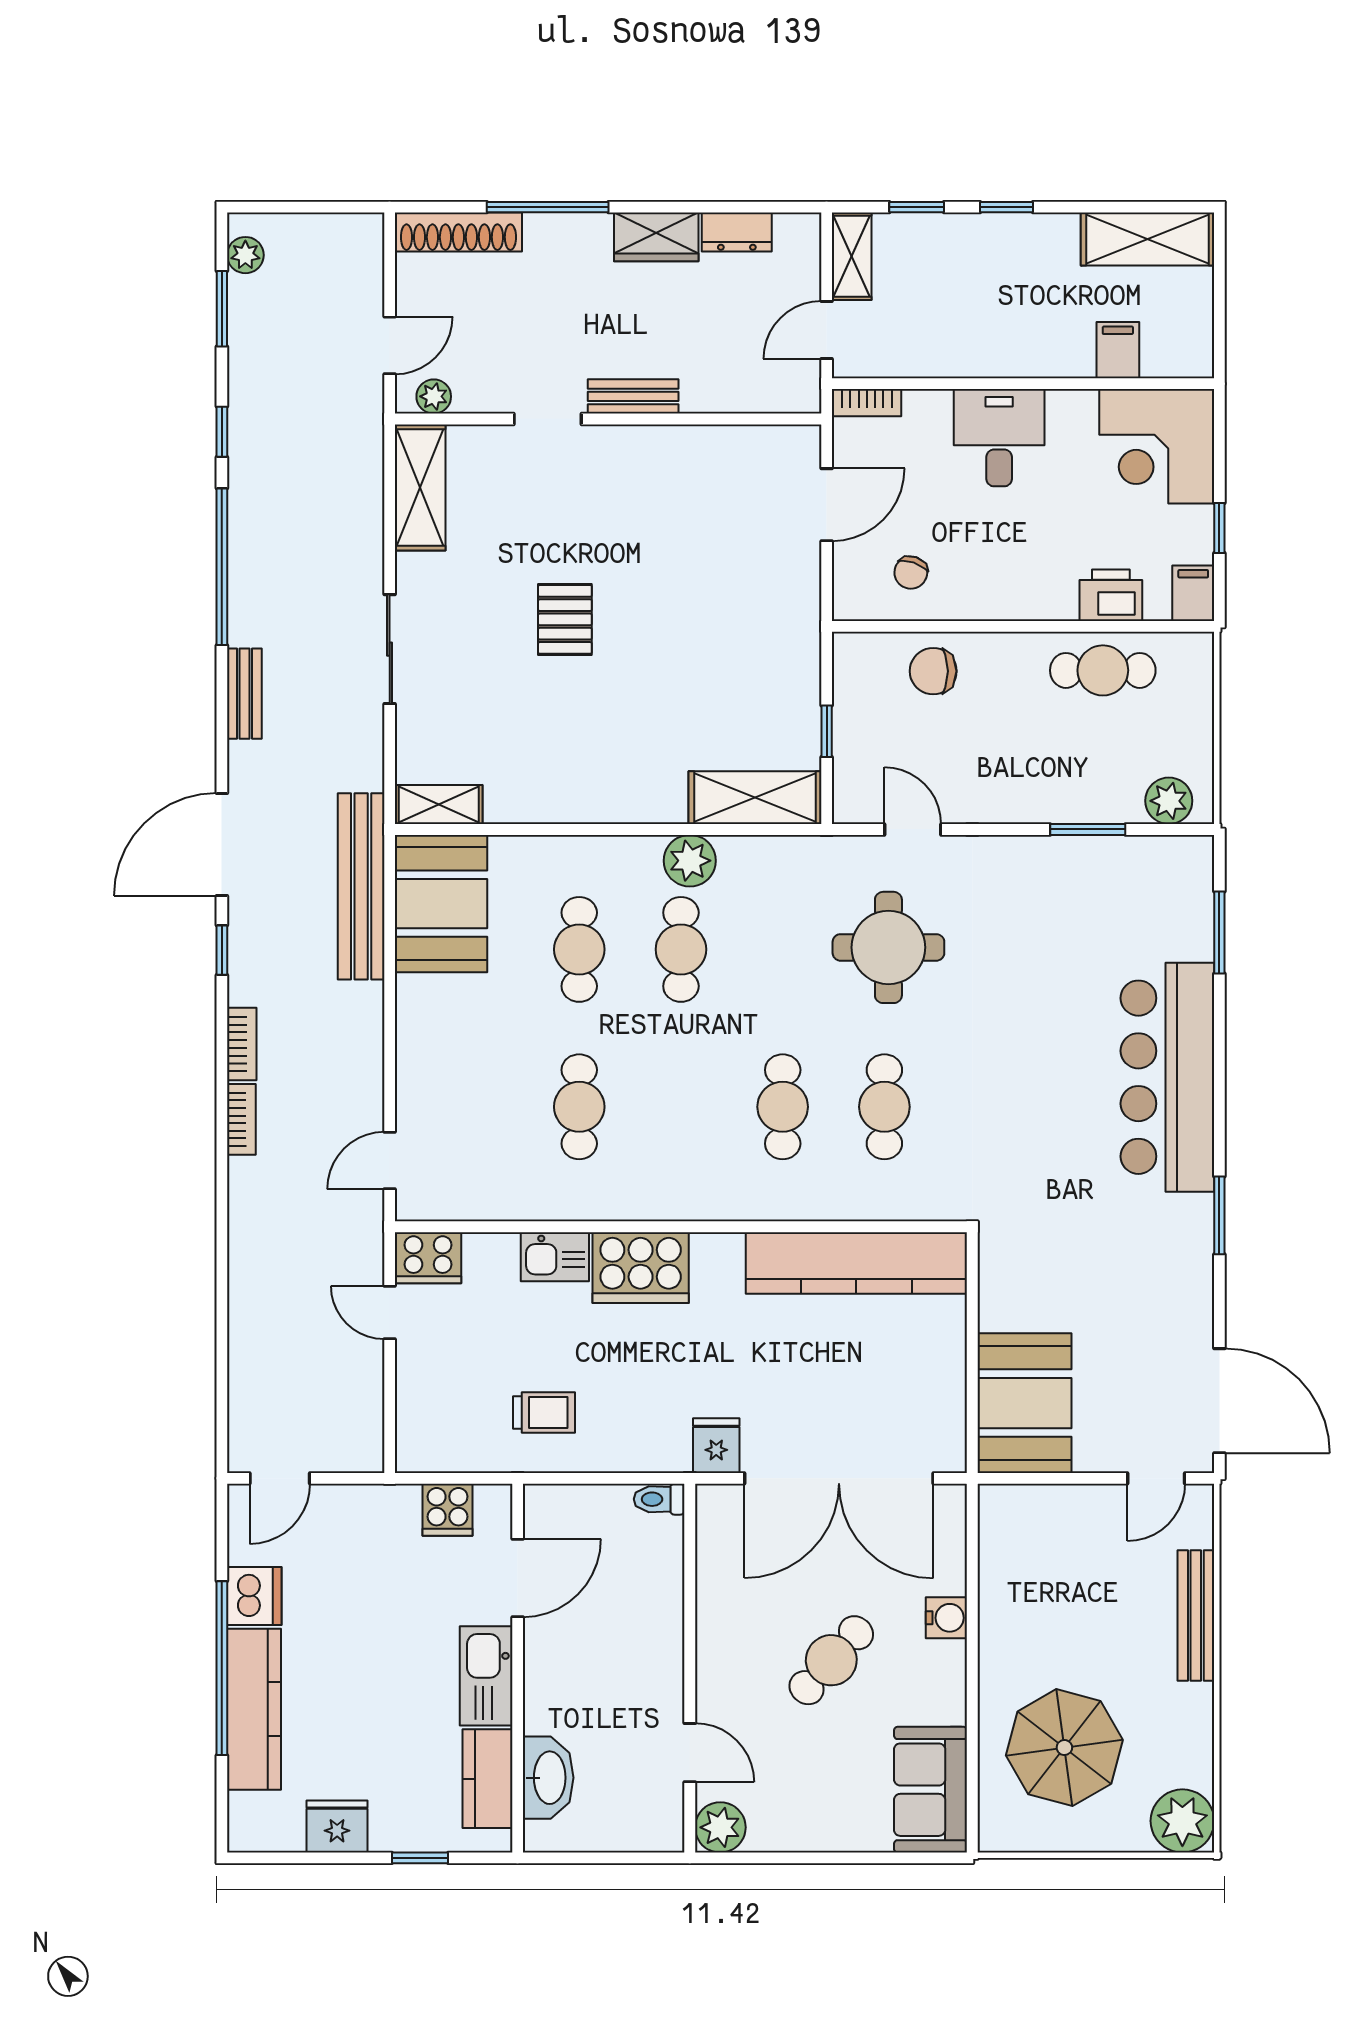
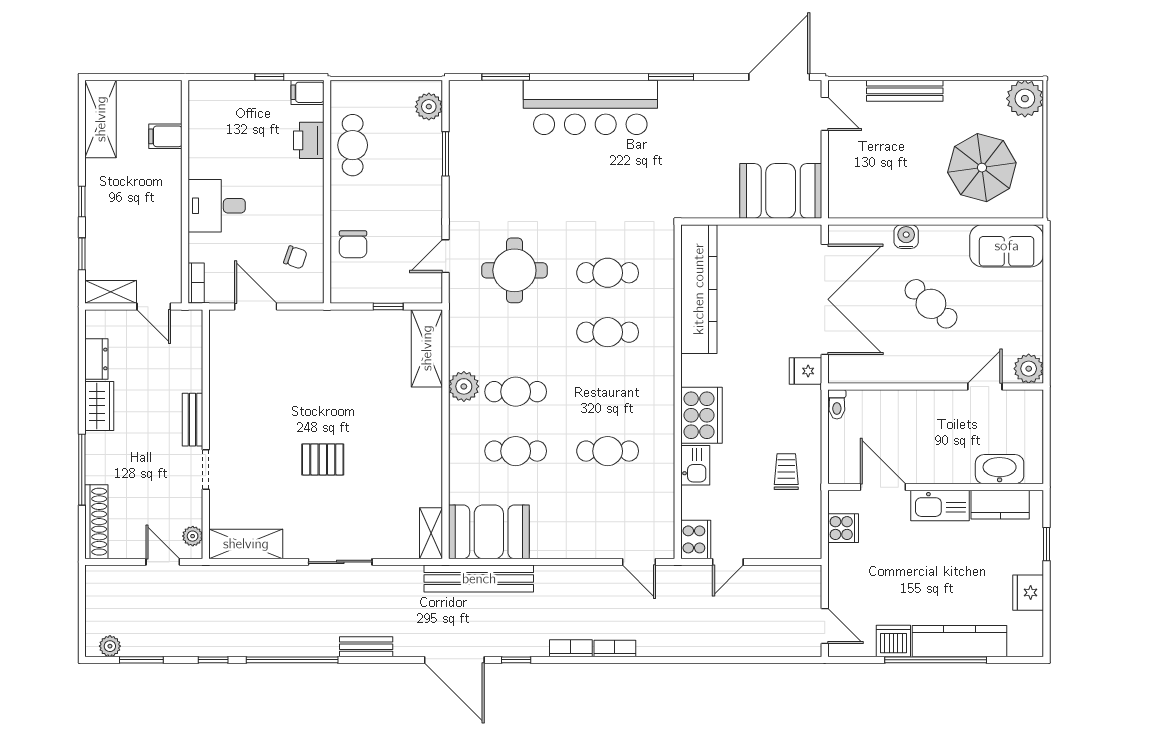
corner desk: (1157, 446) -> (222, 114), removed

